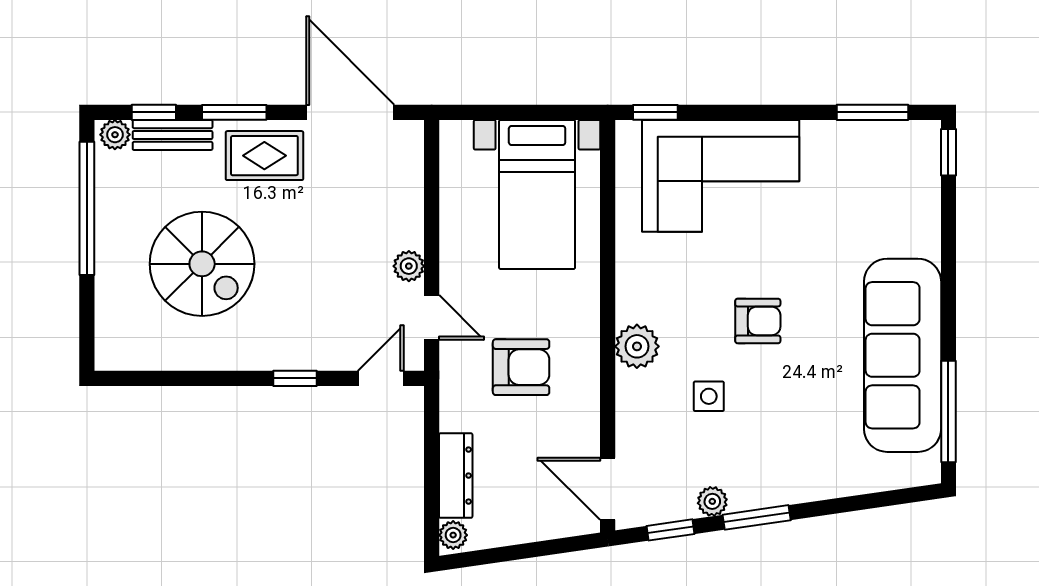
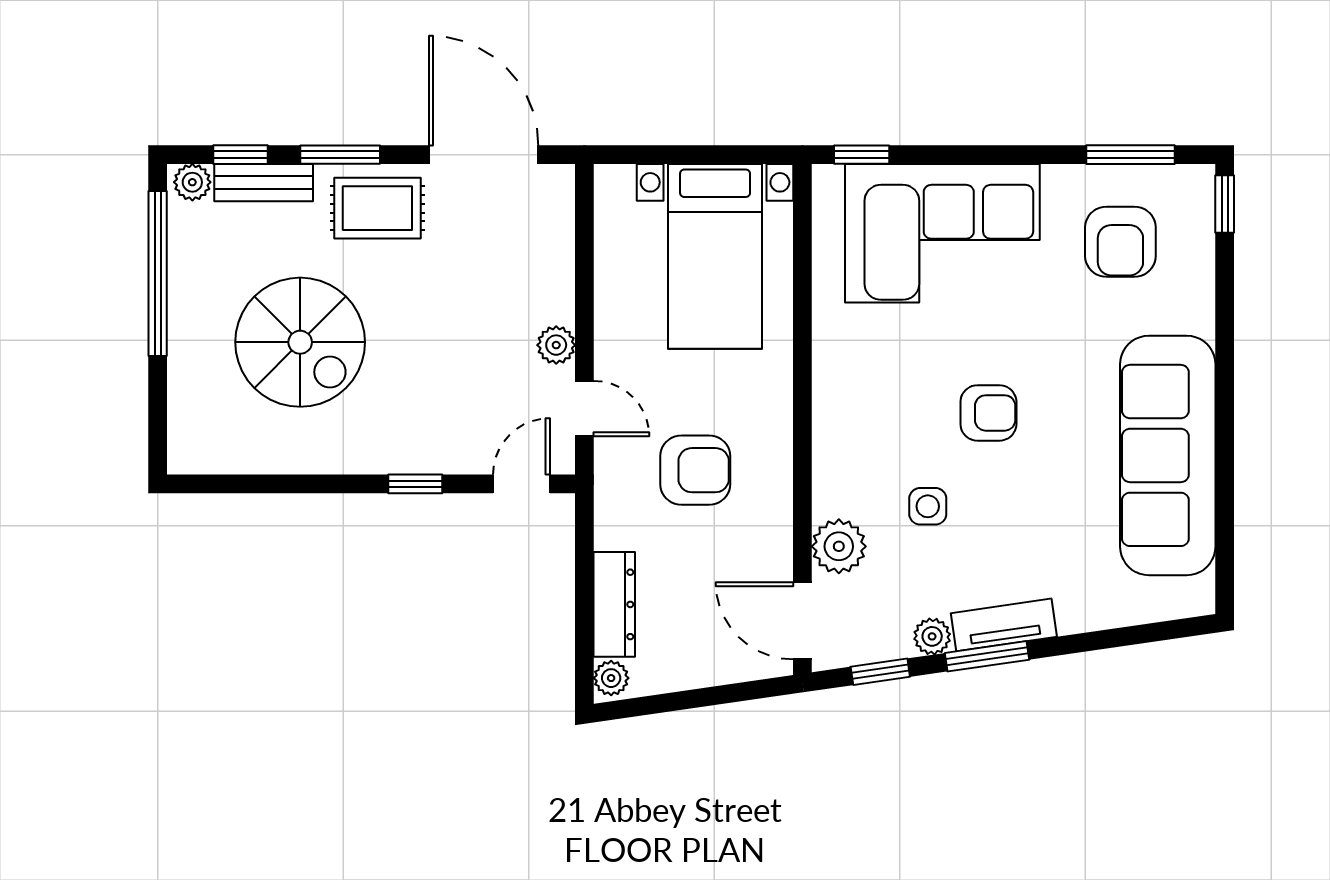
armchair: (864, 183) -> (1120, 242), added
plant: (637, 346) -> (839, 546), moved
window: (948, 412) -> (1225, 525), removed
tv unit: (770, 492) -> (1004, 625), added

